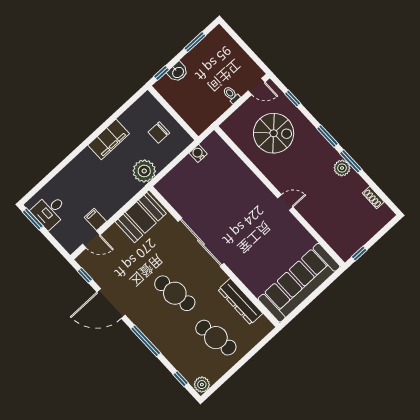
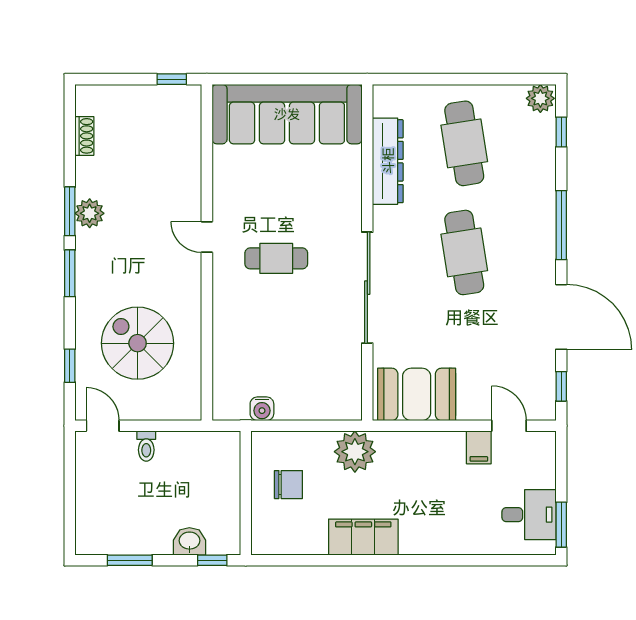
cafe table: (249, 220) -> (276, 258), added

